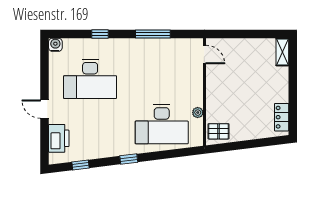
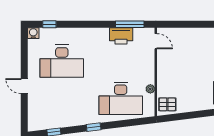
window: (100, 34) -> (49, 24), moved
window: (153, 34) -> (130, 24), moved
printer: (59, 138) -> (121, 36), moved, turned 90

